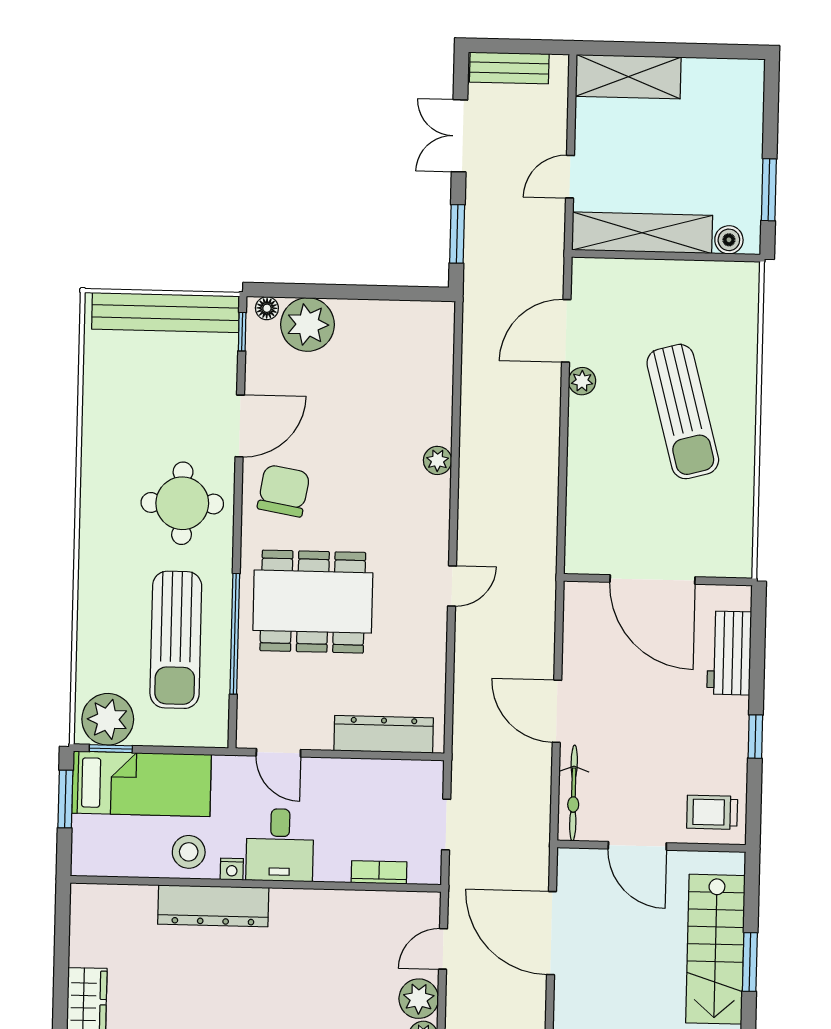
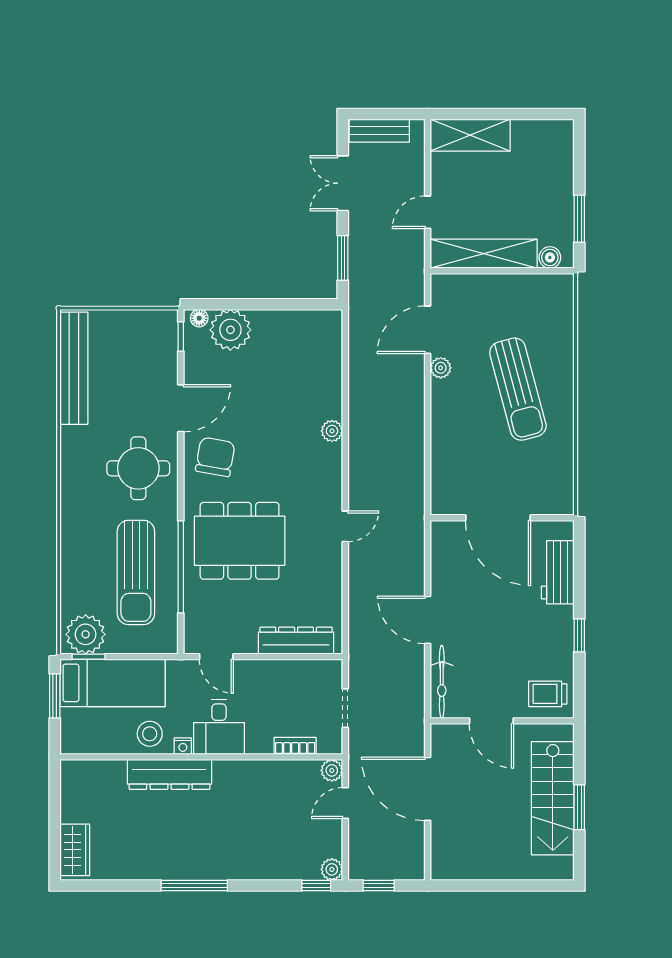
bench: (166, 313) -> (74, 368), moved, turned 90
plant: (419, 999) -> (332, 770), moved, width x0.73, depth x0.73

